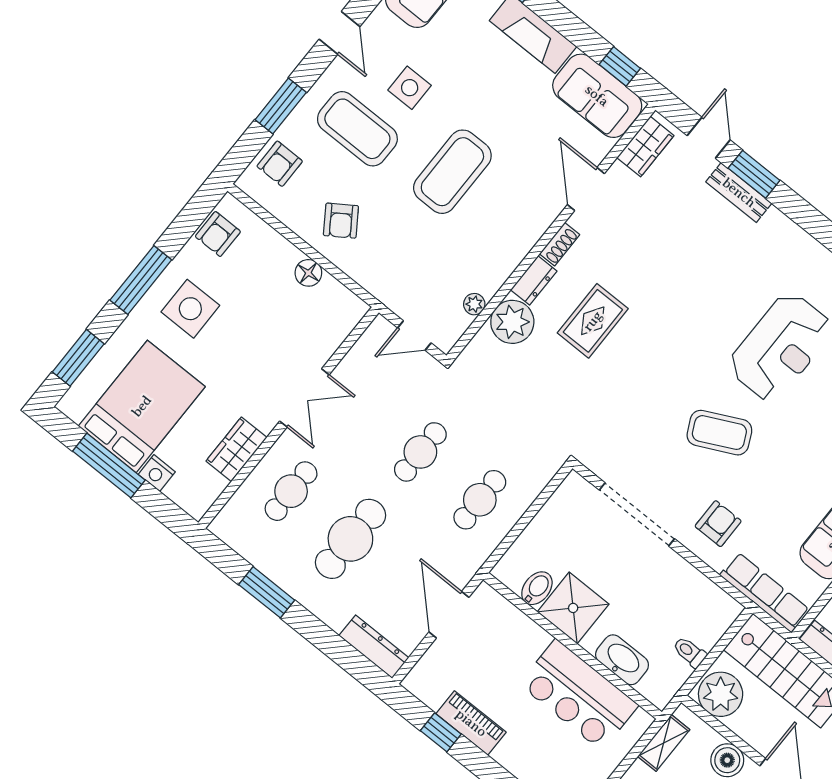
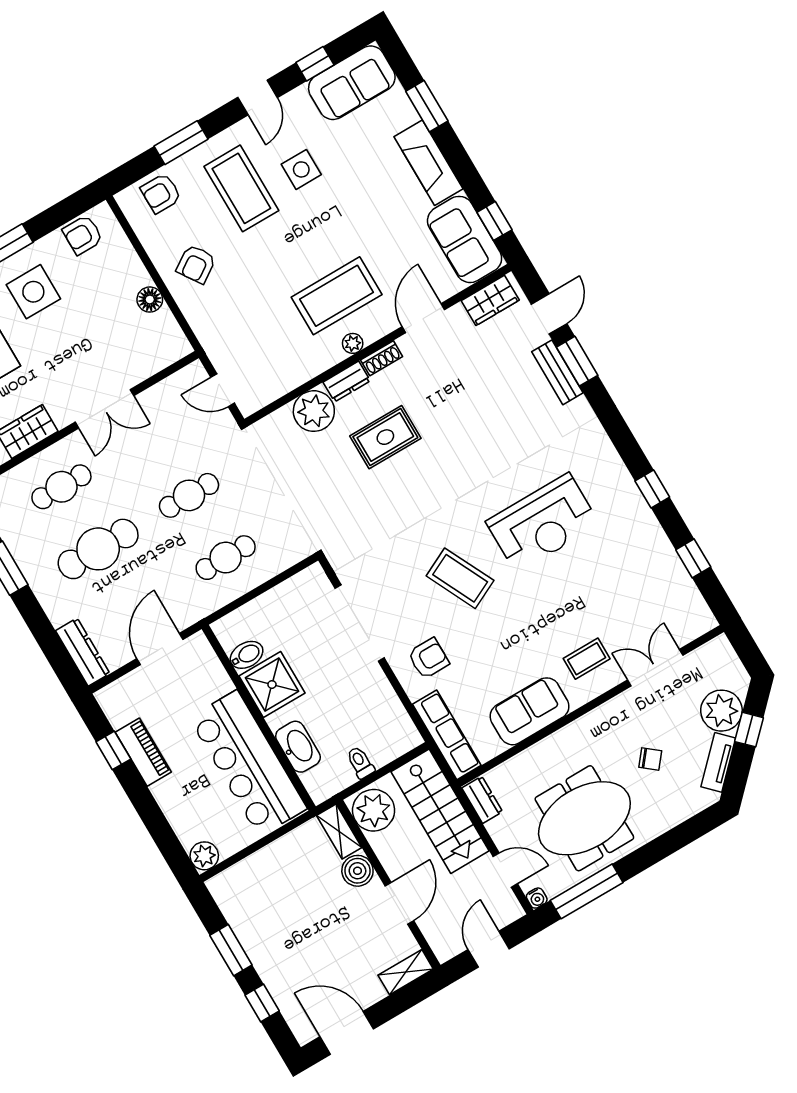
coffee table: (452, 172) -> (337, 296), moved
plant: (474, 304) -> (353, 343), moved
bar counter: (579, 695) -> (248, 763), width x1.36
shelving: (664, 743) -> (339, 832), moved, turned 90

